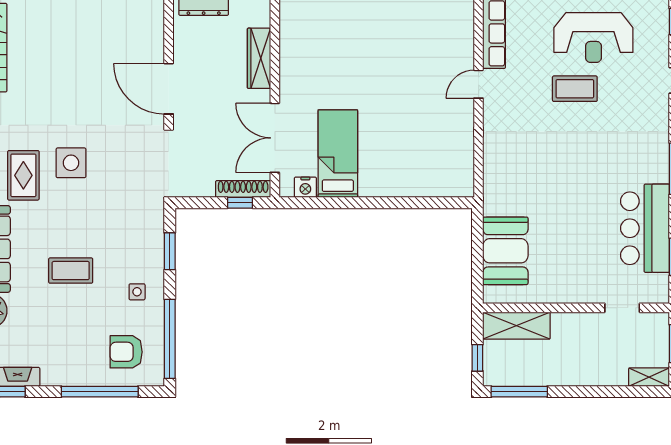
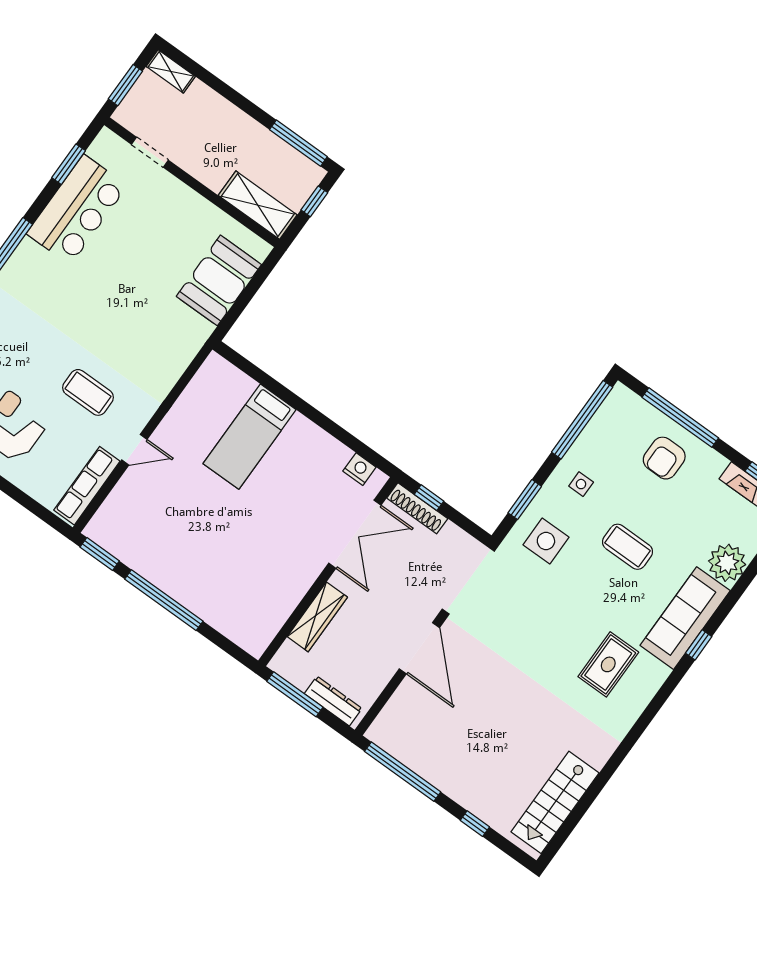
coffee table: (575, 89) -> (88, 392), moved
bed: (338, 154) -> (250, 437), moved
side table: (71, 163) -> (546, 541), moved
armchair: (126, 352) -> (664, 458), moved, turned 90

